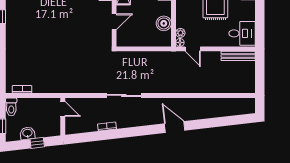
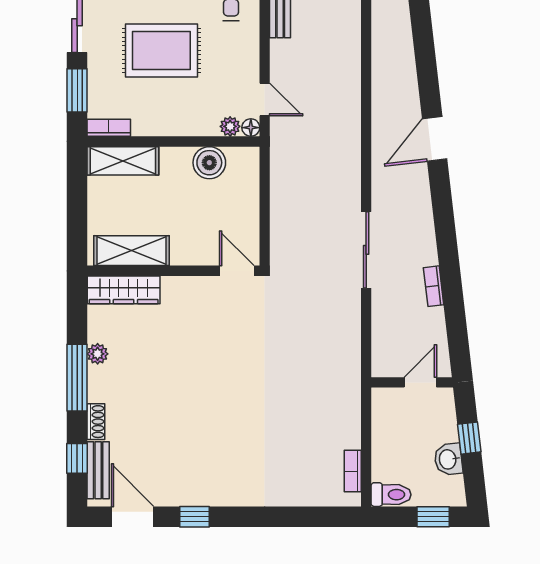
door: (114, 22) -> (237, 271), moved
door: (193, 49) -> (265, 99), hinge flipped
door: (63, 109) -> (420, 382), moved

